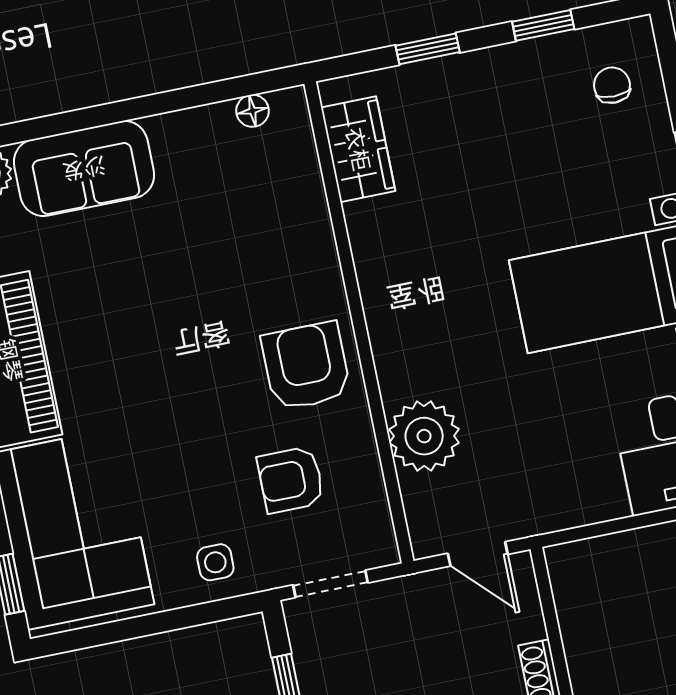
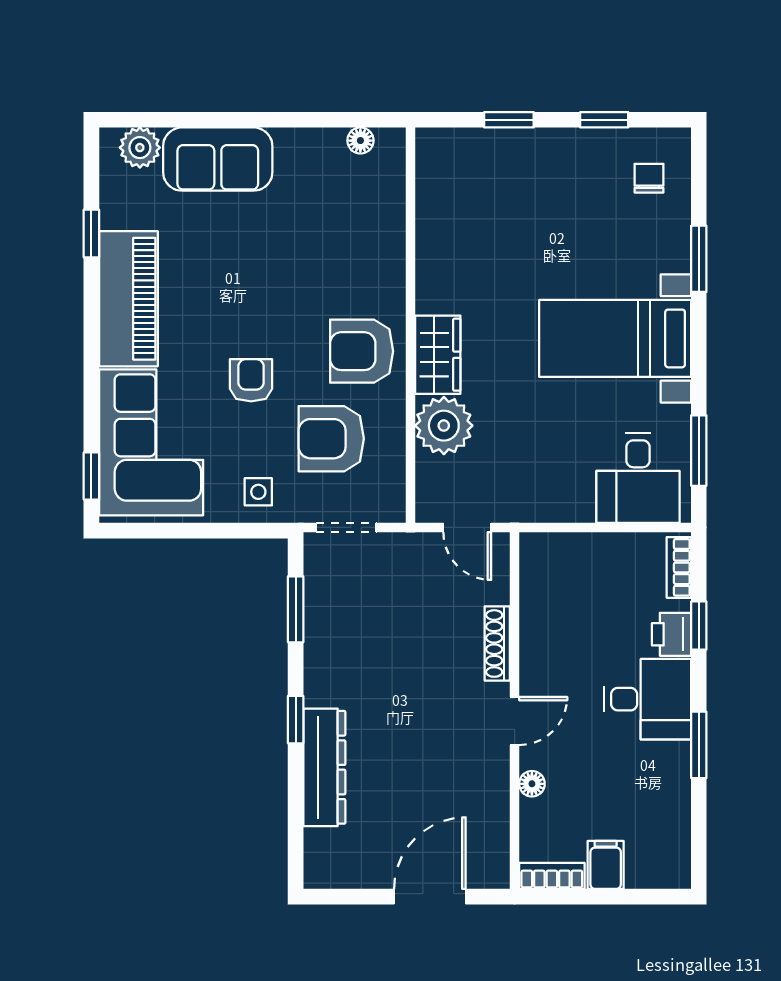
wardrobe: (358, 149) -> (438, 355), moved
armchair: (306, 366) -> (362, 351), turned -90
armchair: (179, 429) -> (251, 380), added
armchair: (291, 480) -> (331, 439), width x1.38, depth x1.38

